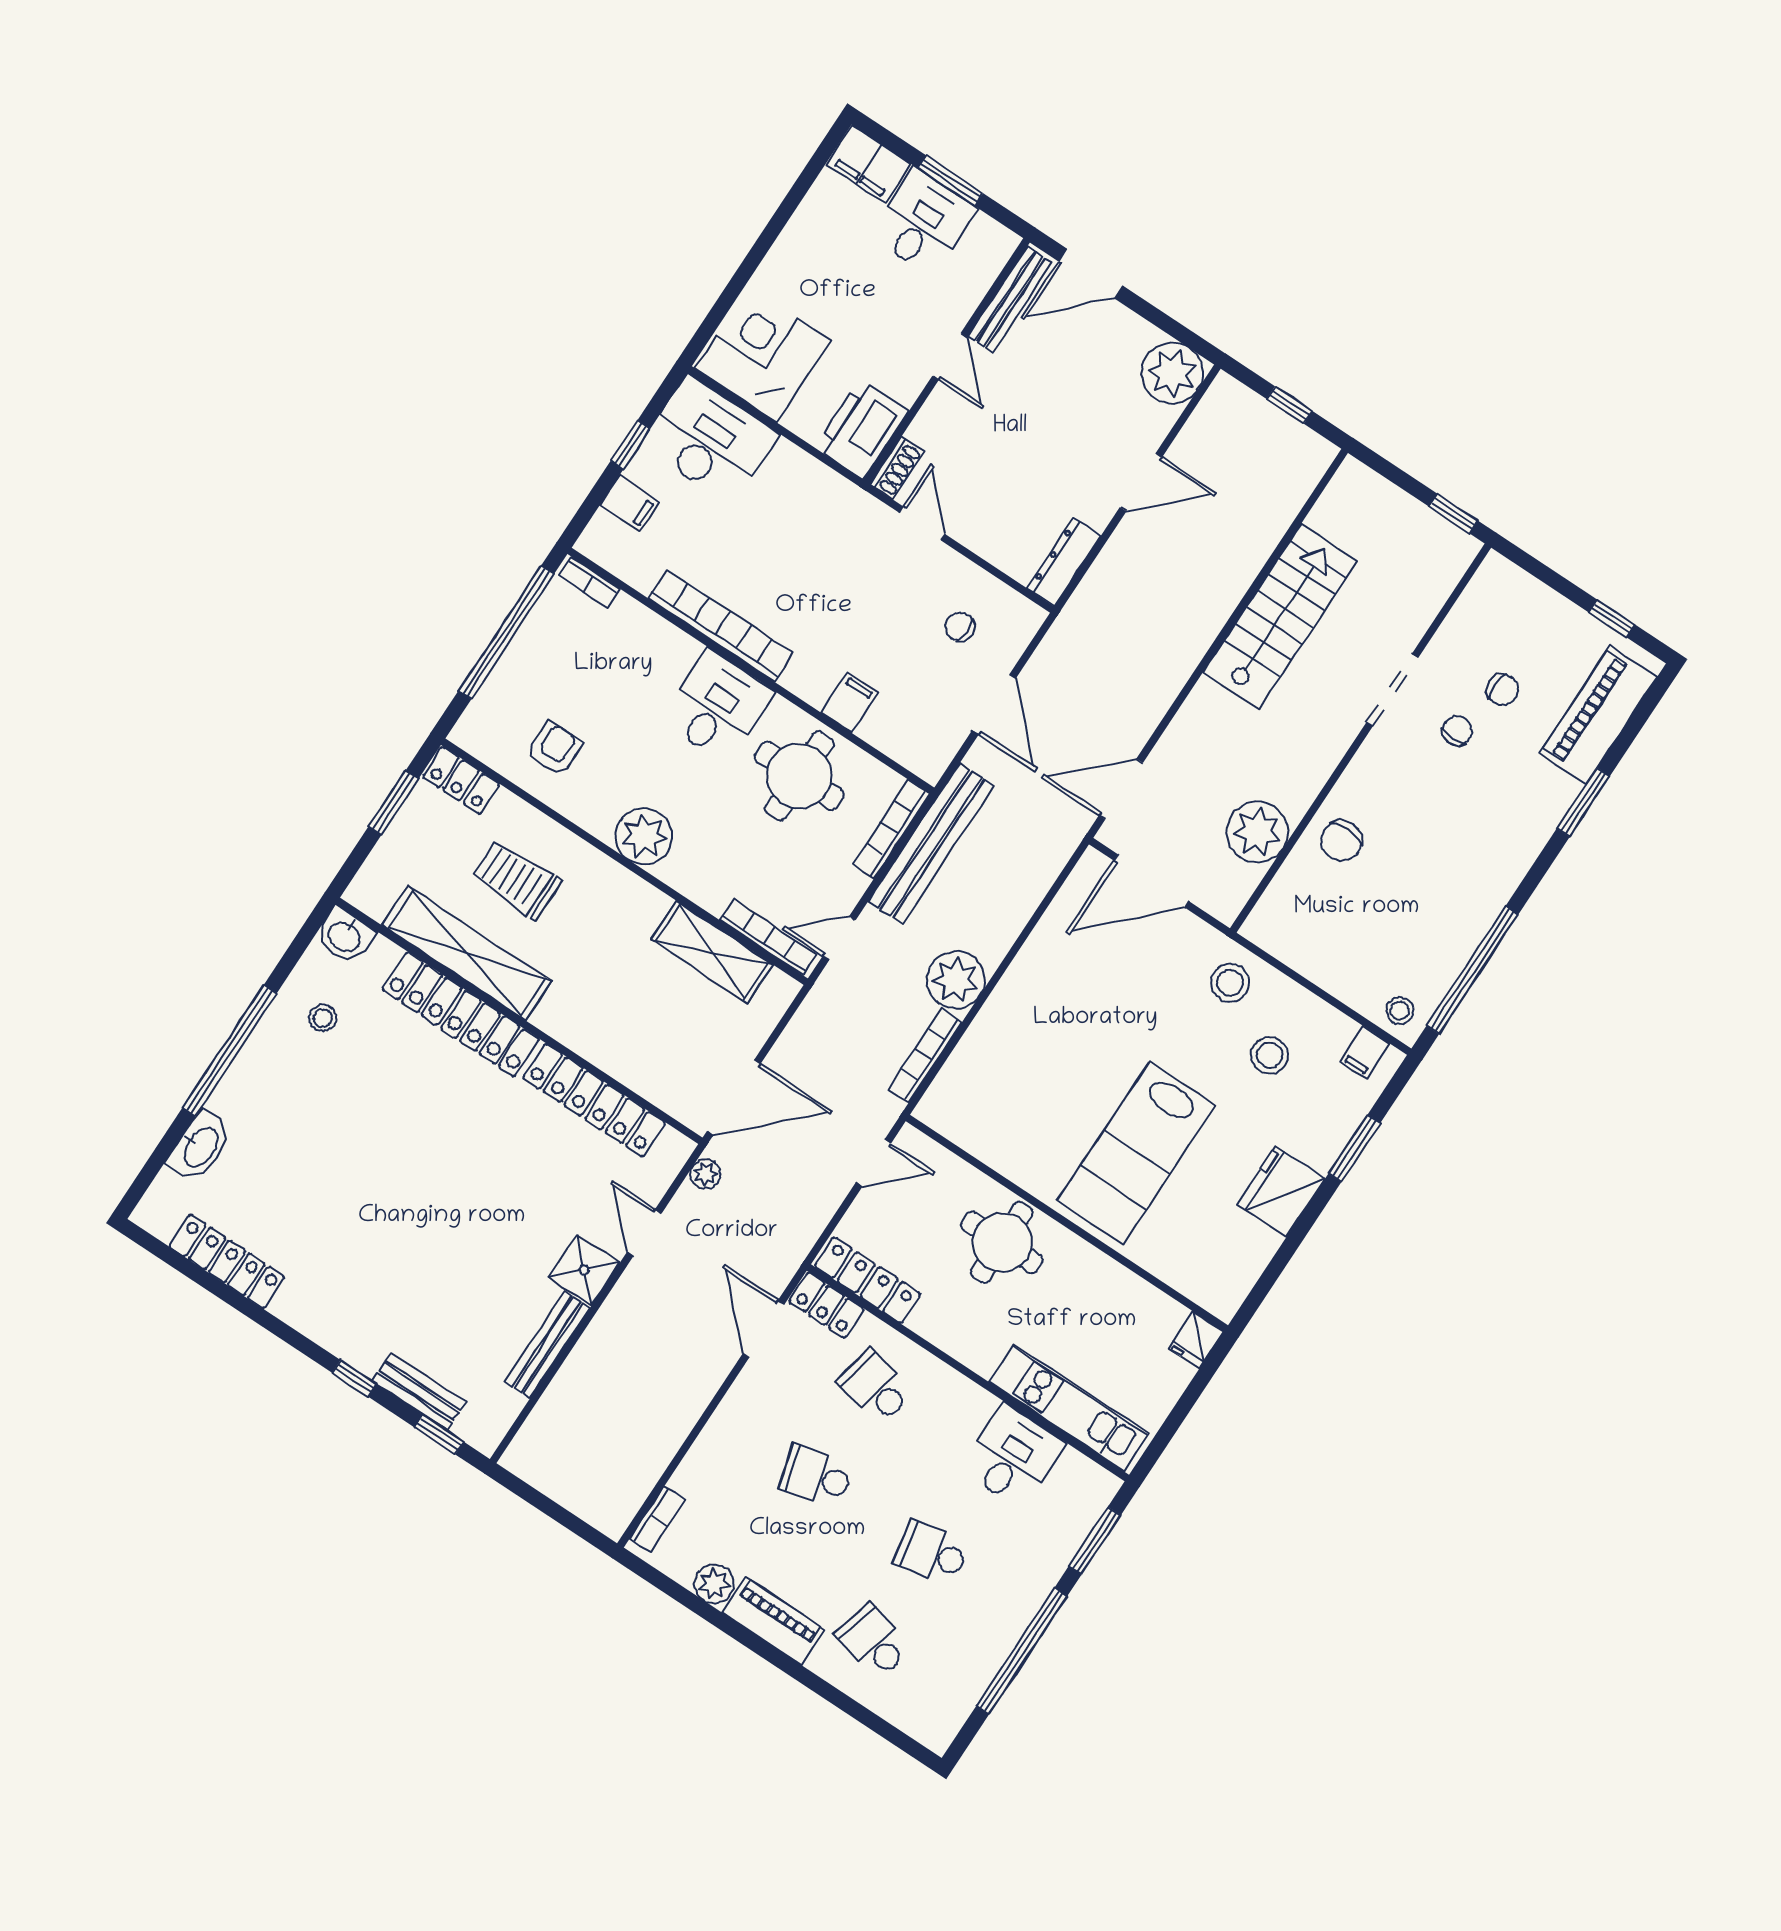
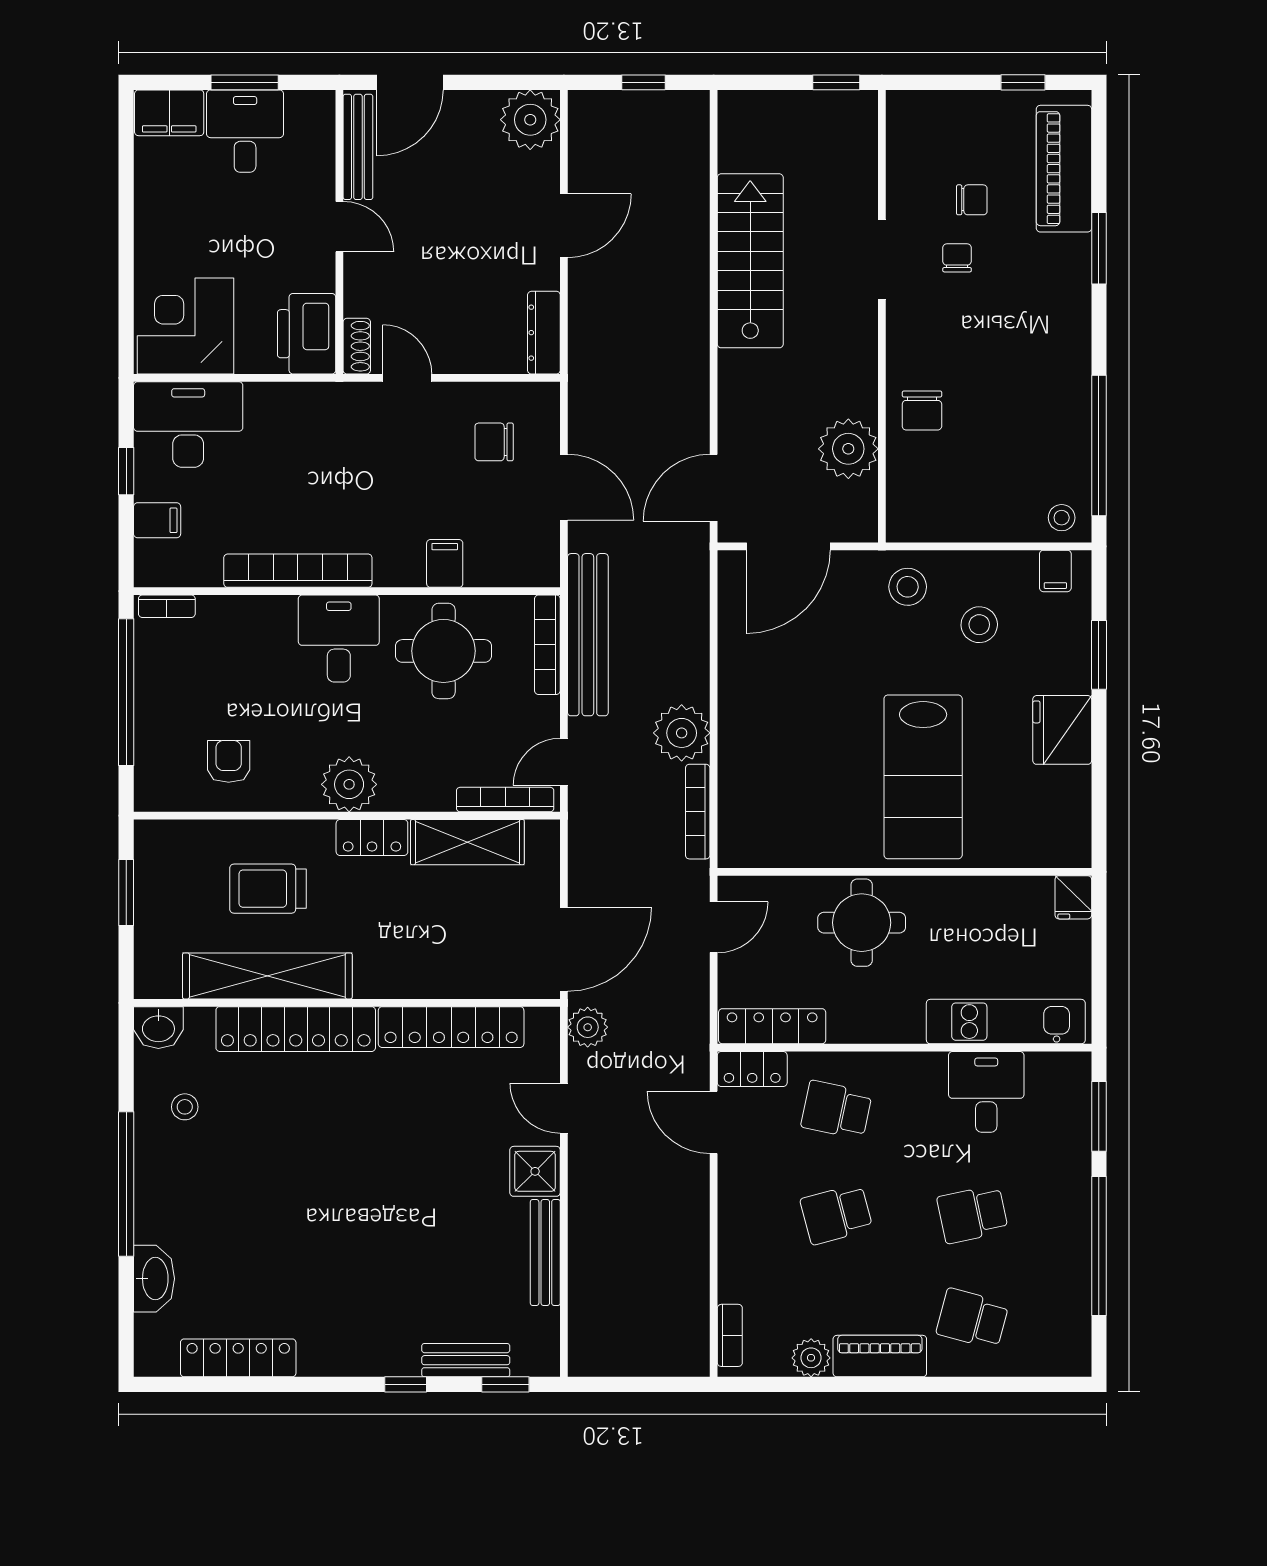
chair: (960, 627) -> (494, 442), width x1.37, depth x1.37
locker: (461, 780) -> (372, 837), moved
plant: (705, 1174) -> (588, 1027), width x1.38, depth x1.38

